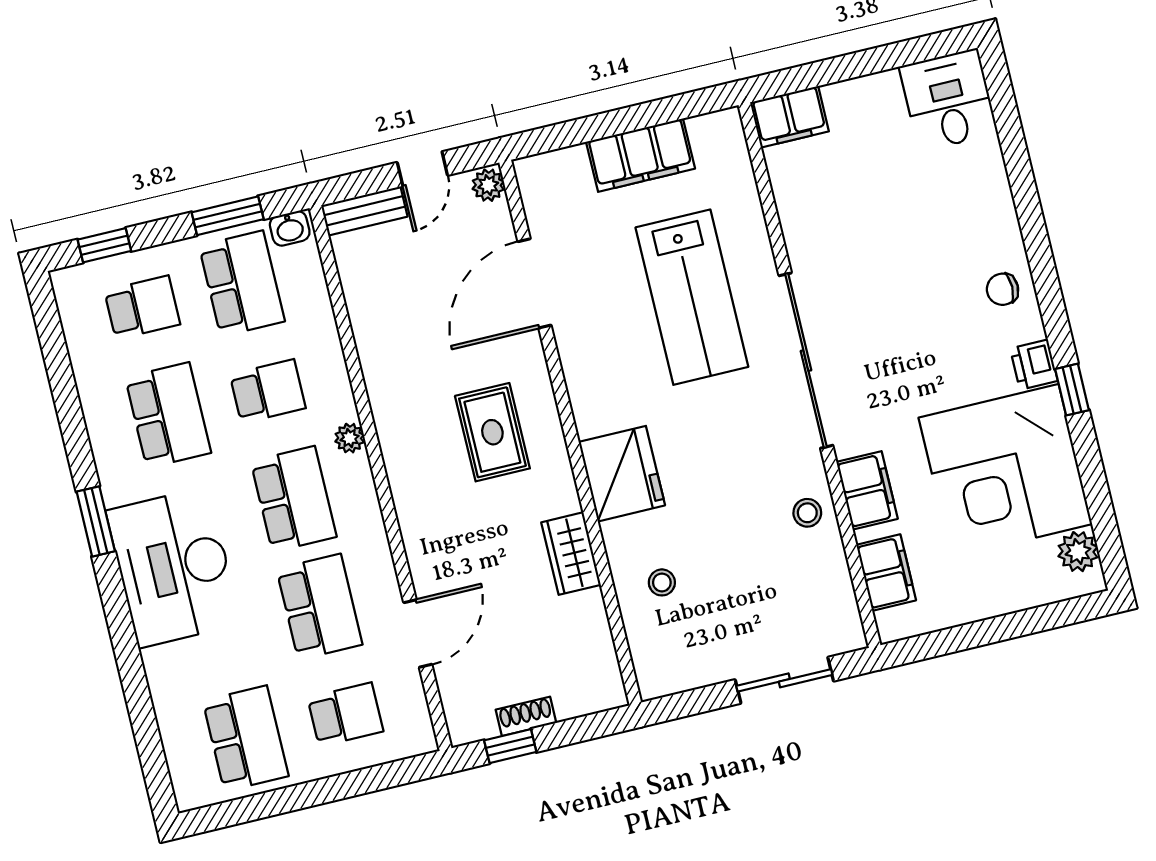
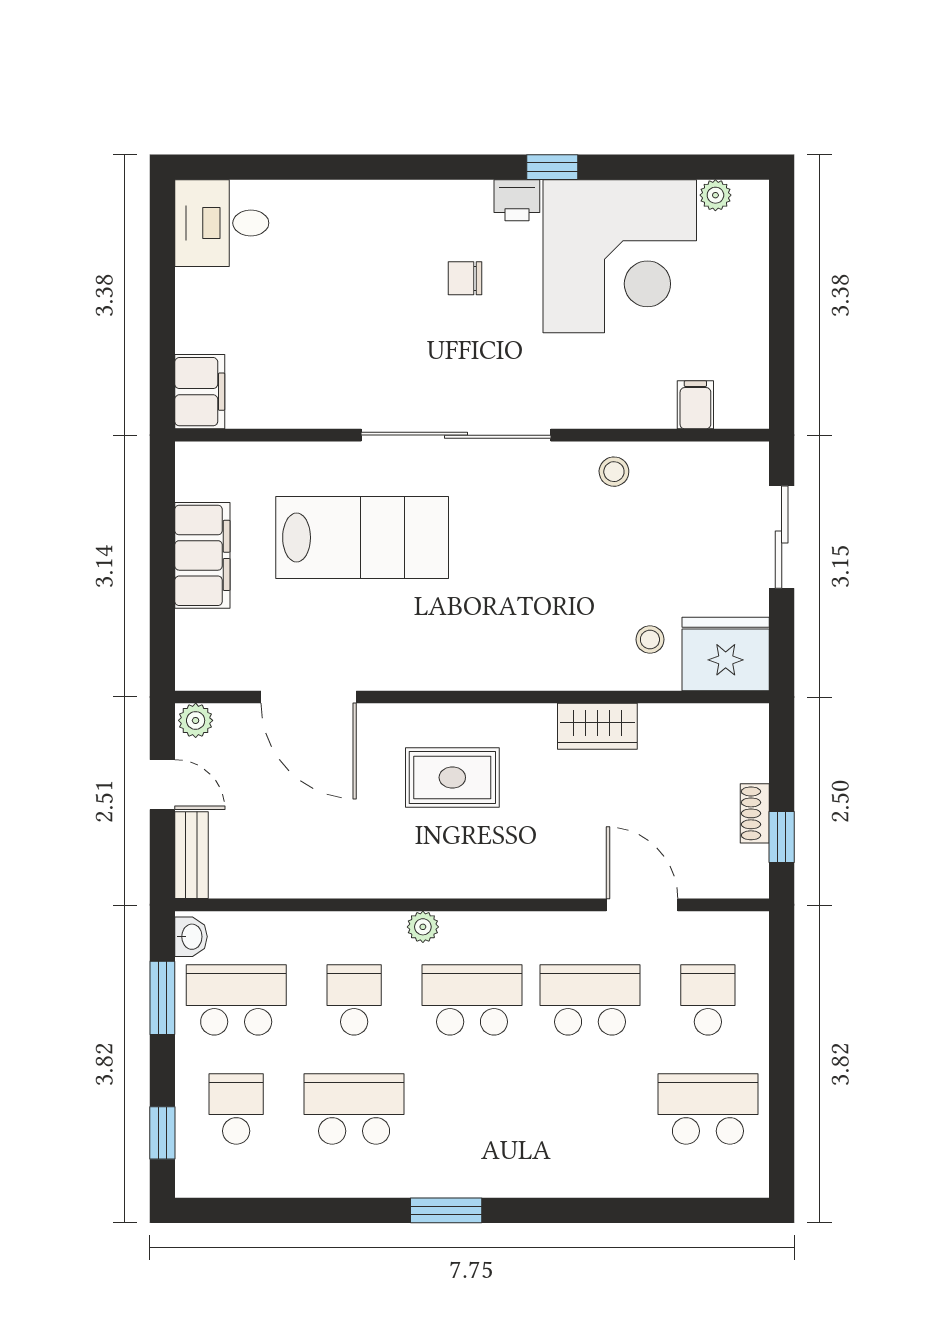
chair: (1003, 289) -> (465, 278), moved, turned 90
fridge: (622, 474) -> (726, 654), moved
filing cabinet: (867, 490) -> (606, 404), removed
plant: (1078, 552) -> (715, 195), width x0.73, depth x0.73
desk: (173, 567) -> (513, 1141), removed
filing cabinet: (886, 573) -> (695, 405), width x0.50

